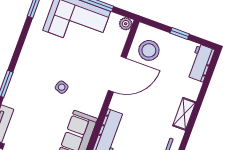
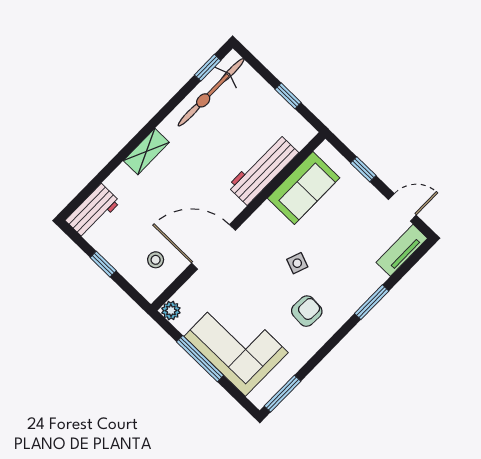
stool: (149, 50) -> (156, 260), width x0.53, depth x0.53
armchair: (43, 61) -> (307, 311), added

